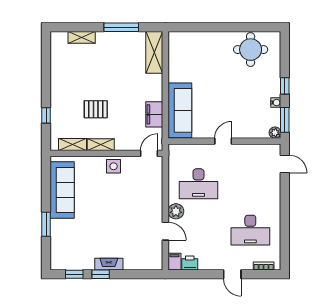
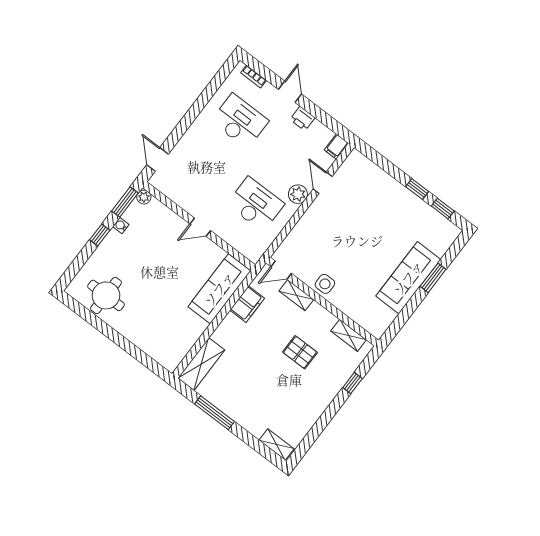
shelving: (82, 37) -> (277, 444), moved
shelving: (101, 145) -> (296, 295), moved
sofa: (62, 190) -> (408, 278), moved
printer: (190, 263) -> (303, 119), moved
fireplace: (109, 264) -> (402, 193), removed

